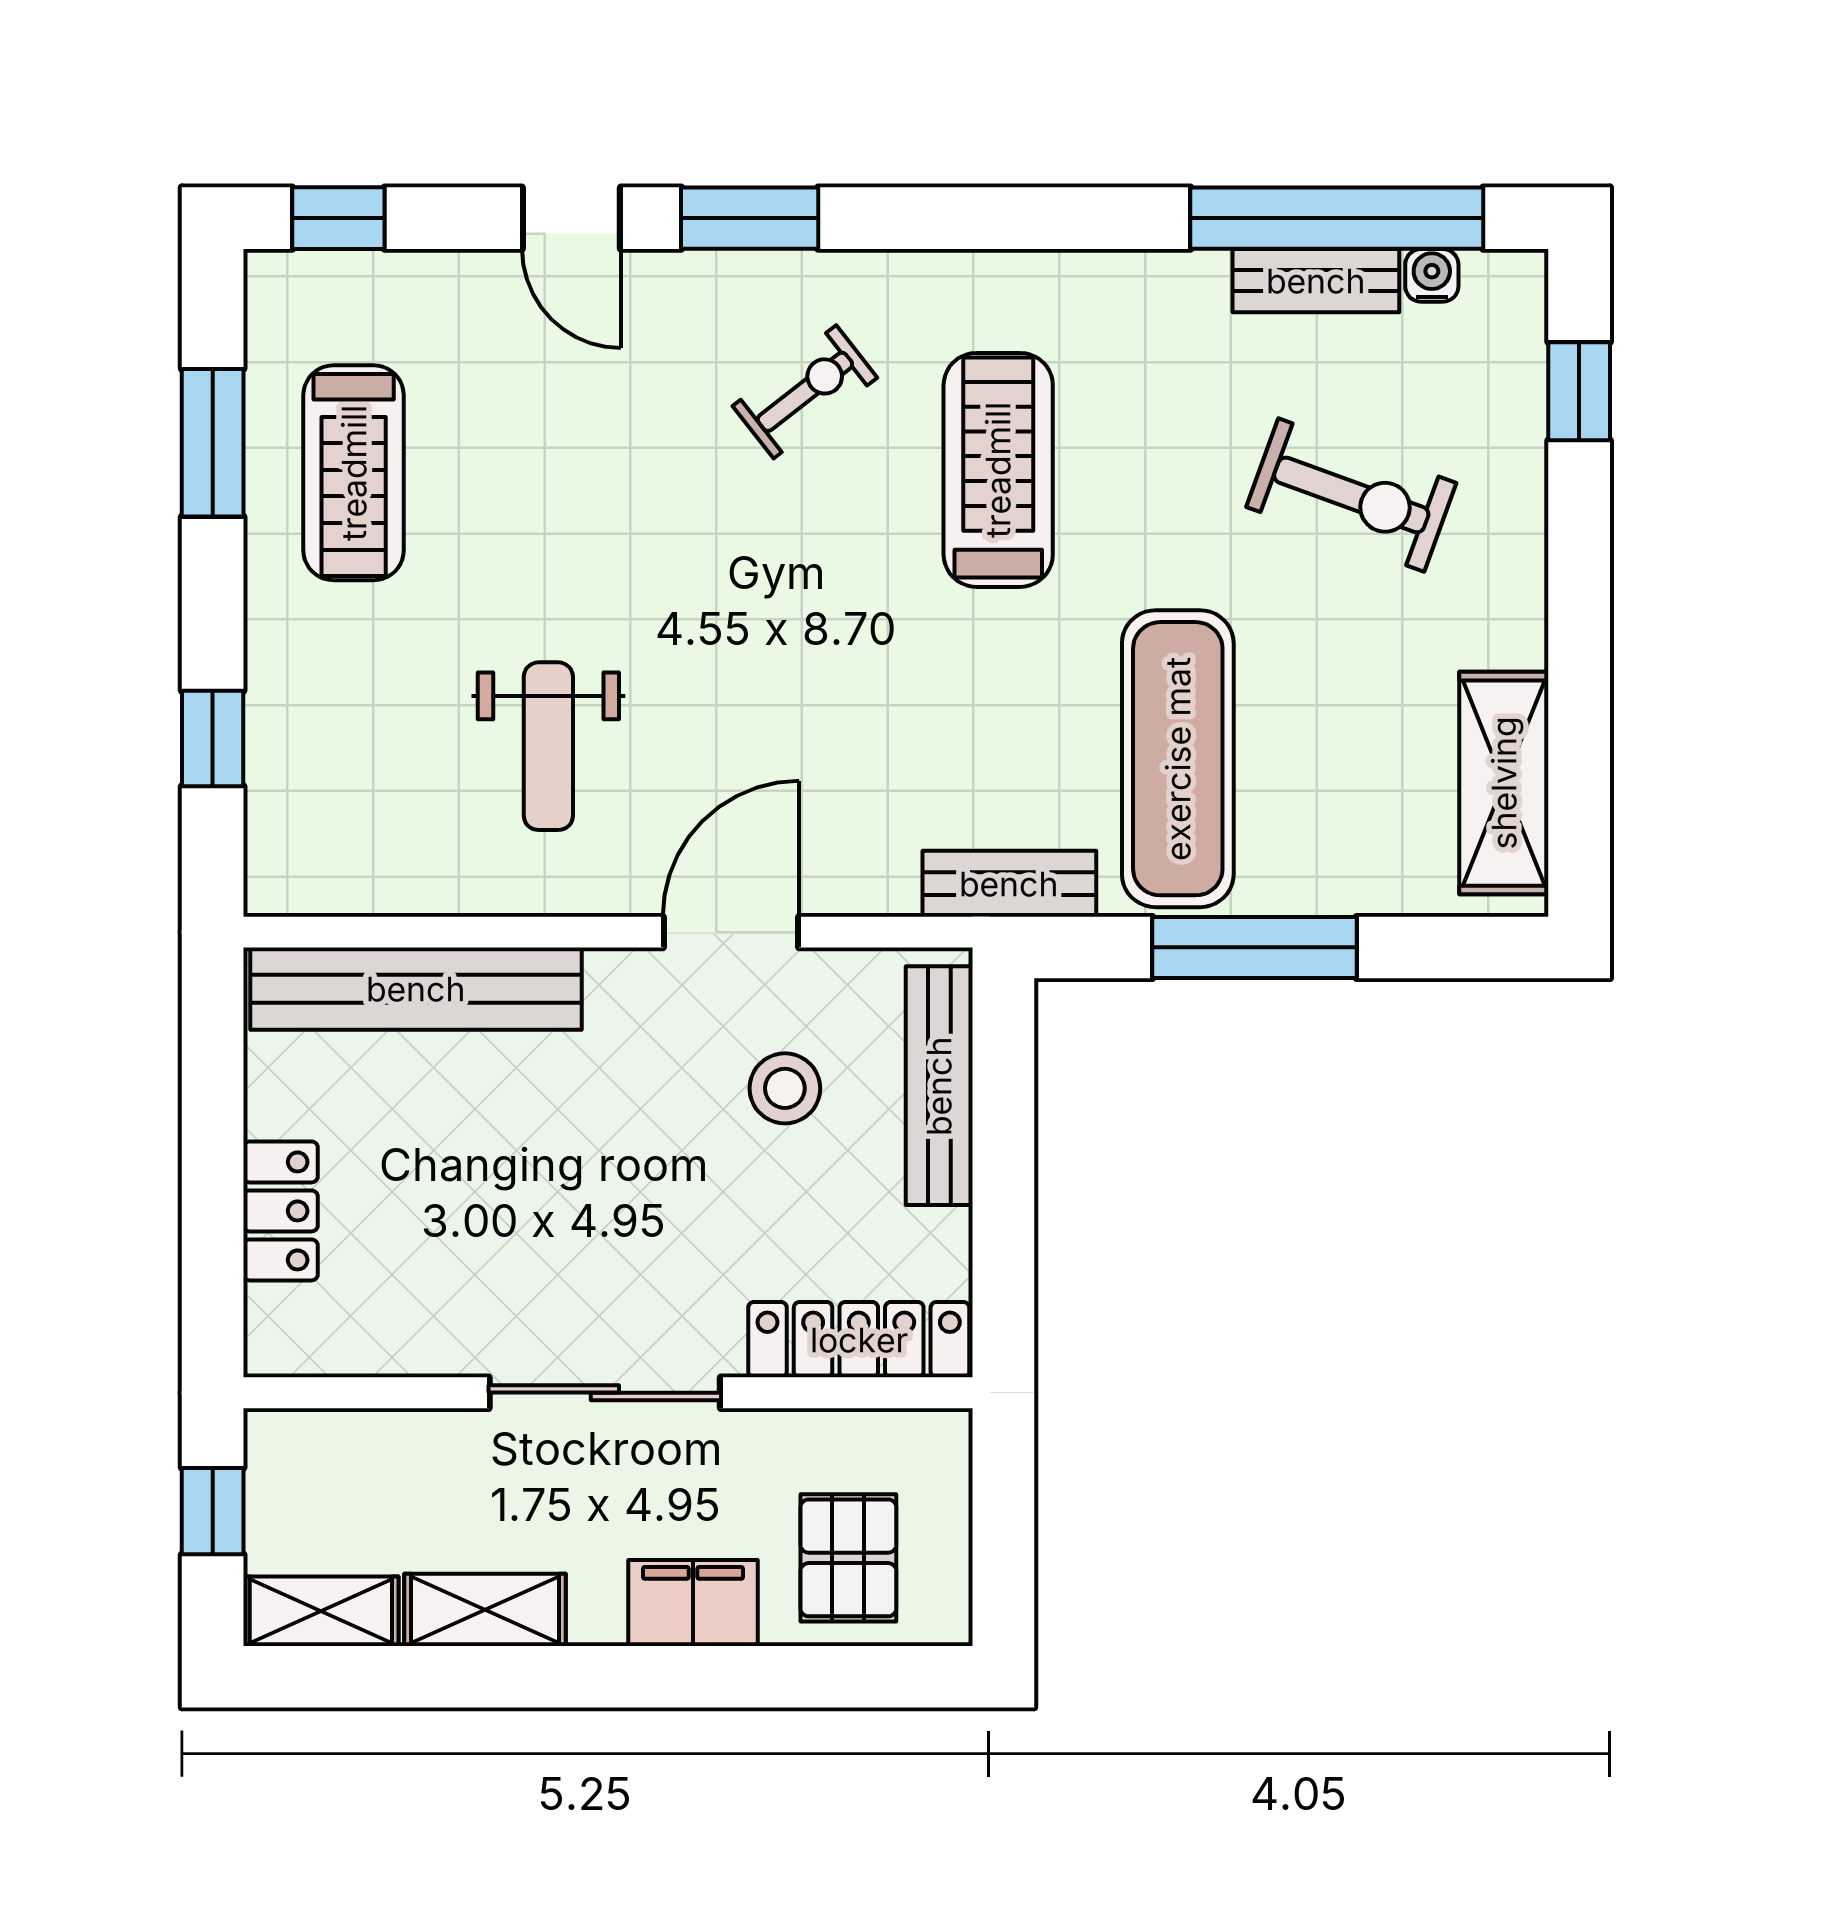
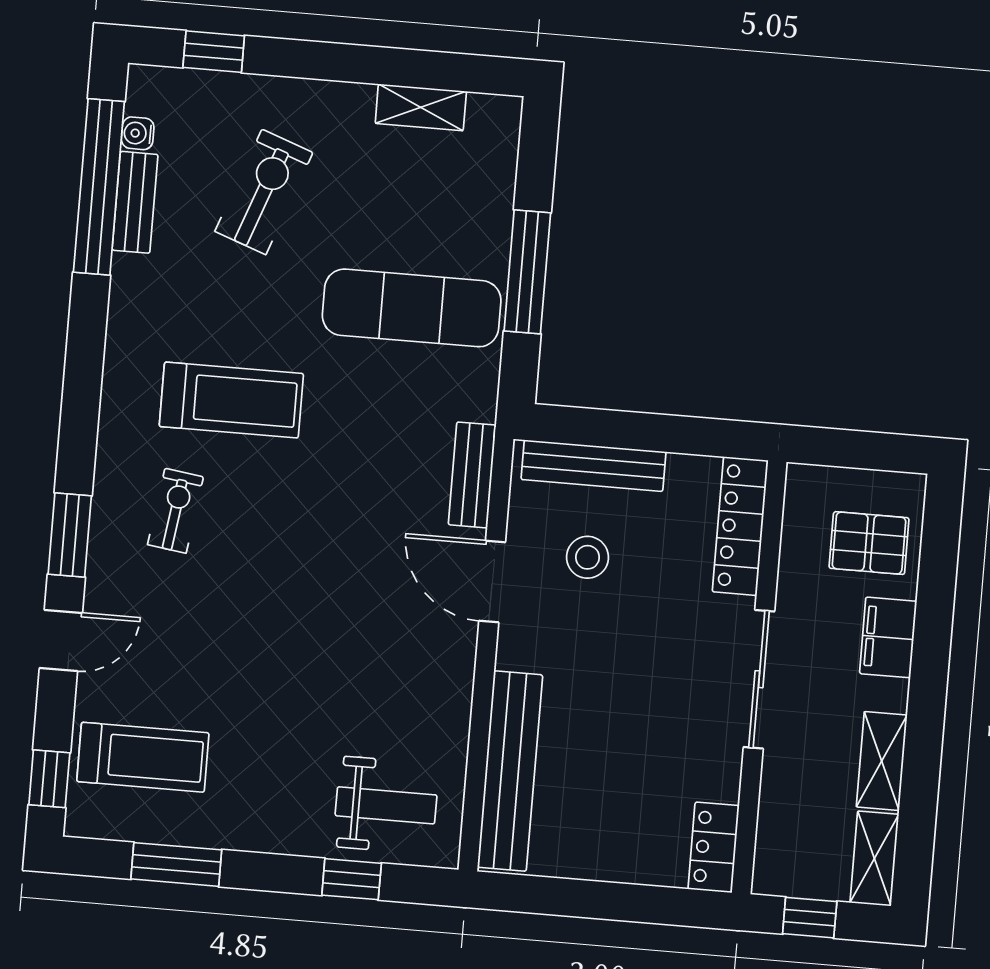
exercise bike: (805, 392) -> (175, 511), turned 46
treadmill: (998, 470) -> (231, 400), turned 180
treadmill: (354, 473) -> (143, 757), moved
weight bench: (548, 746) -> (386, 805), moved
shelving: (1504, 783) -> (421, 107), width x0.67, depth x0.75
bench: (1009, 884) -> (472, 475), moved
locker: (281, 1211) -> (714, 847), moved, turned -90

